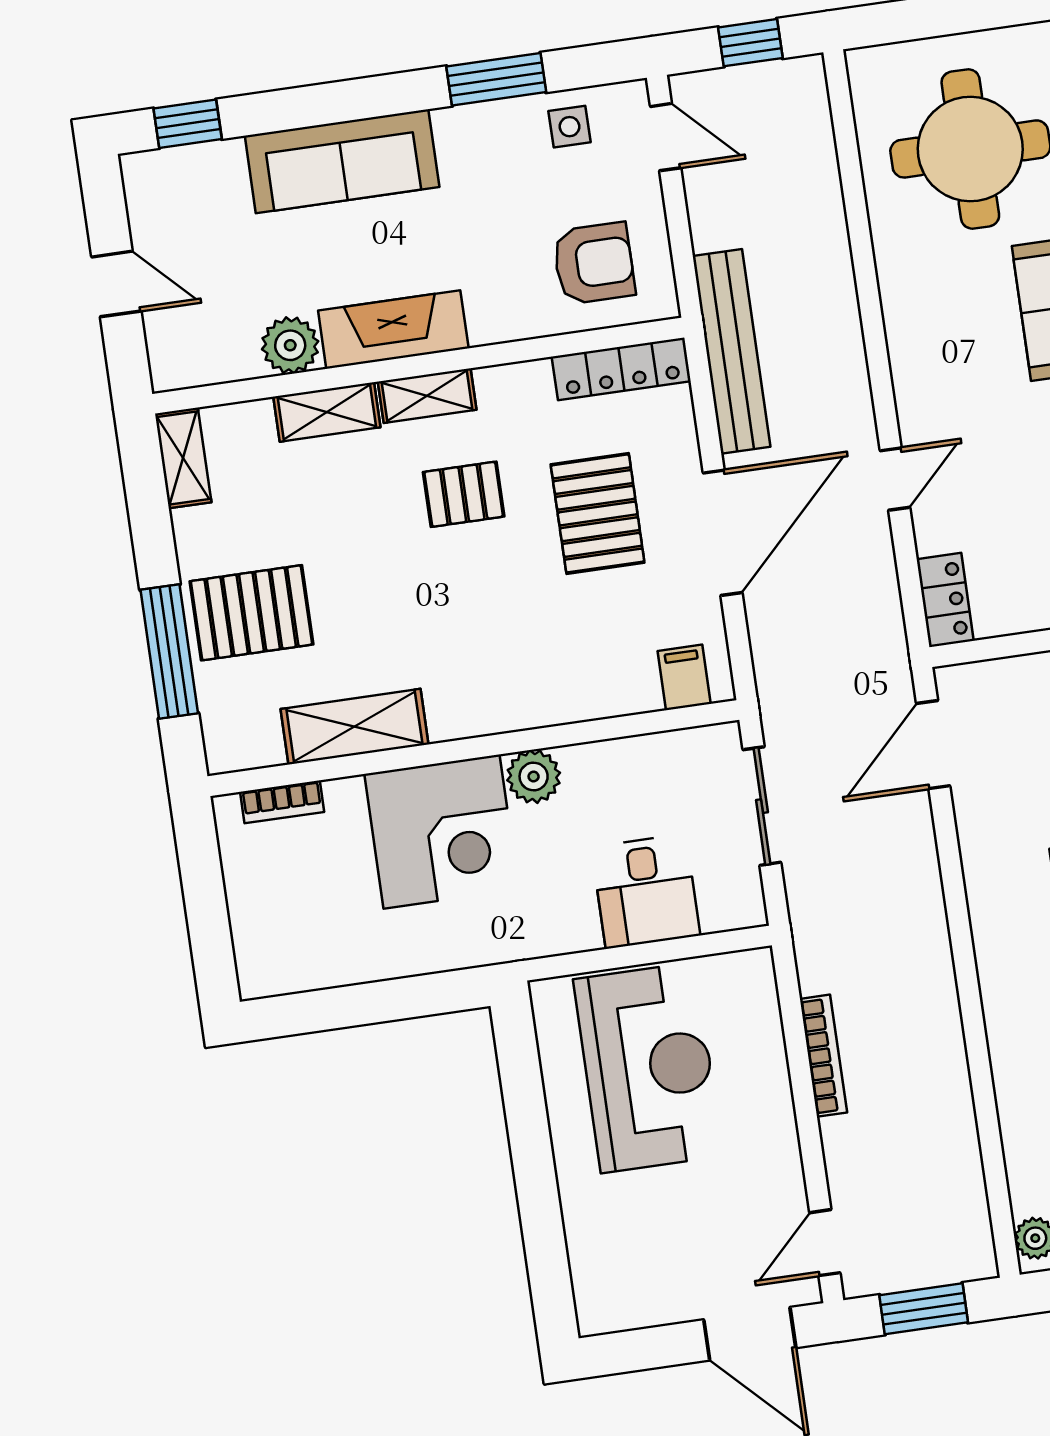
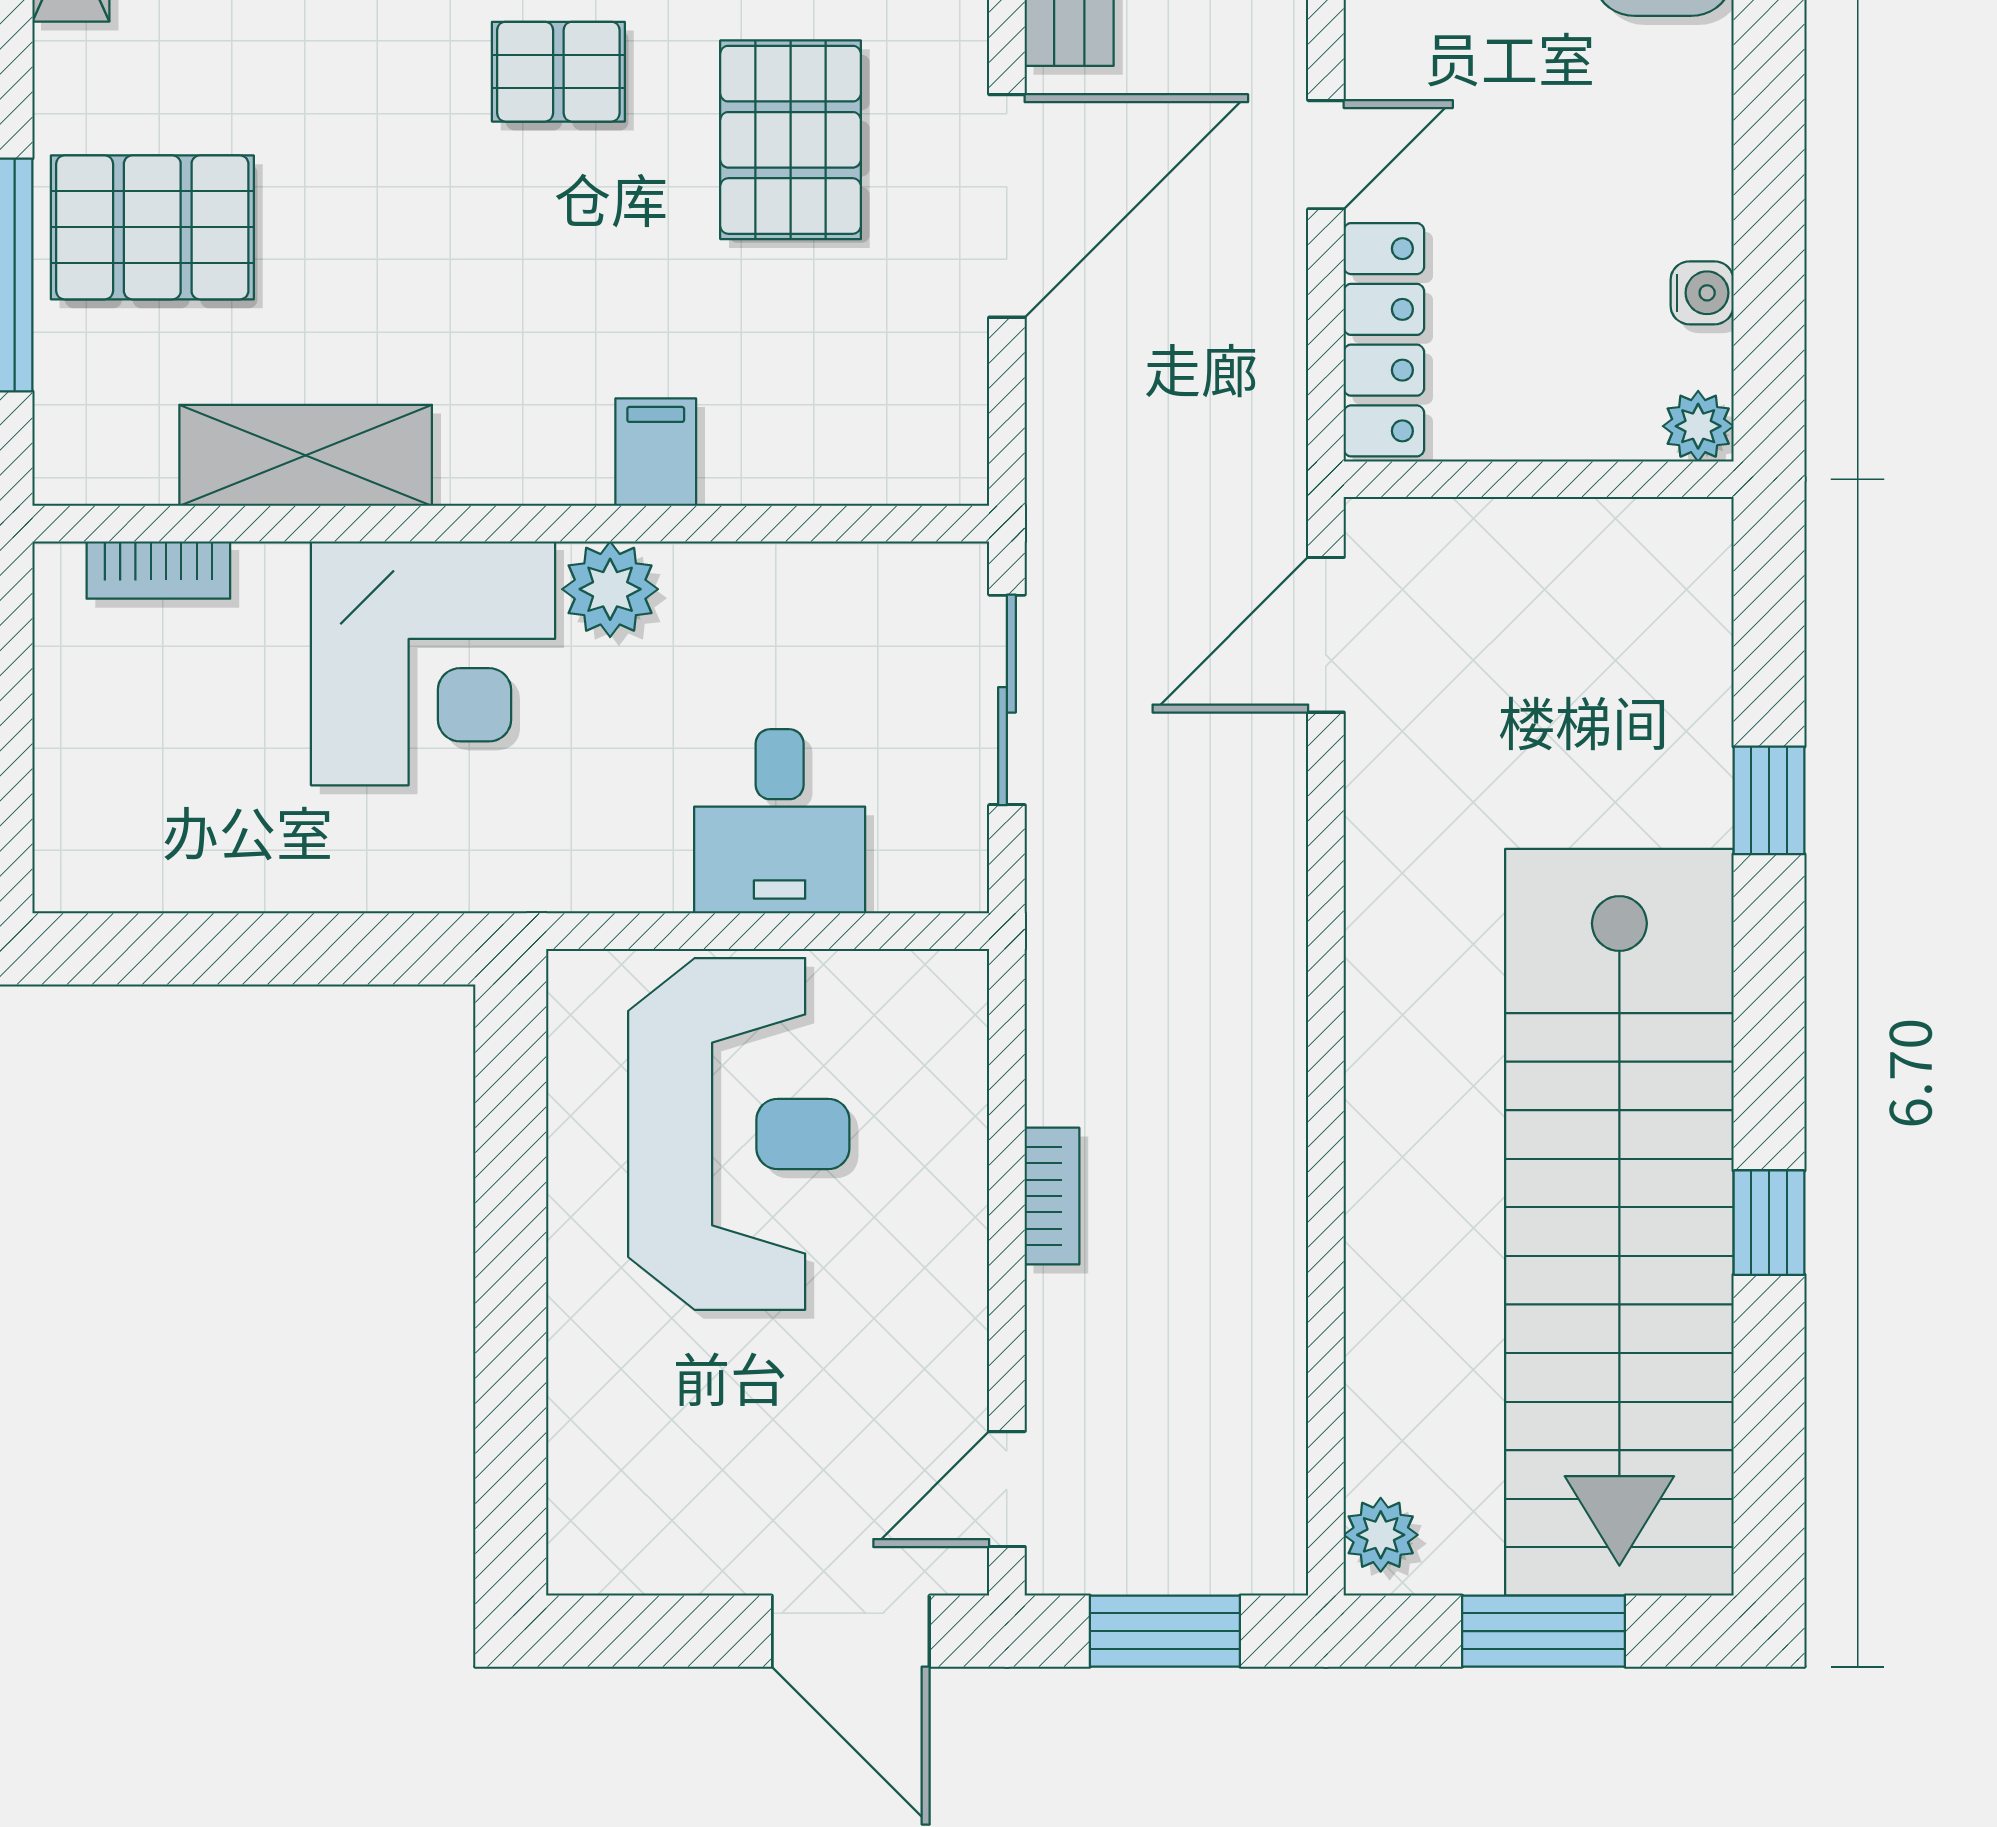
locker: (945, 600) -> (1384, 340), width x1.53
filing cabinet: (684, 677) -> (656, 452), moved
bookcase: (823, 1056) -> (1052, 1196), width x0.64

